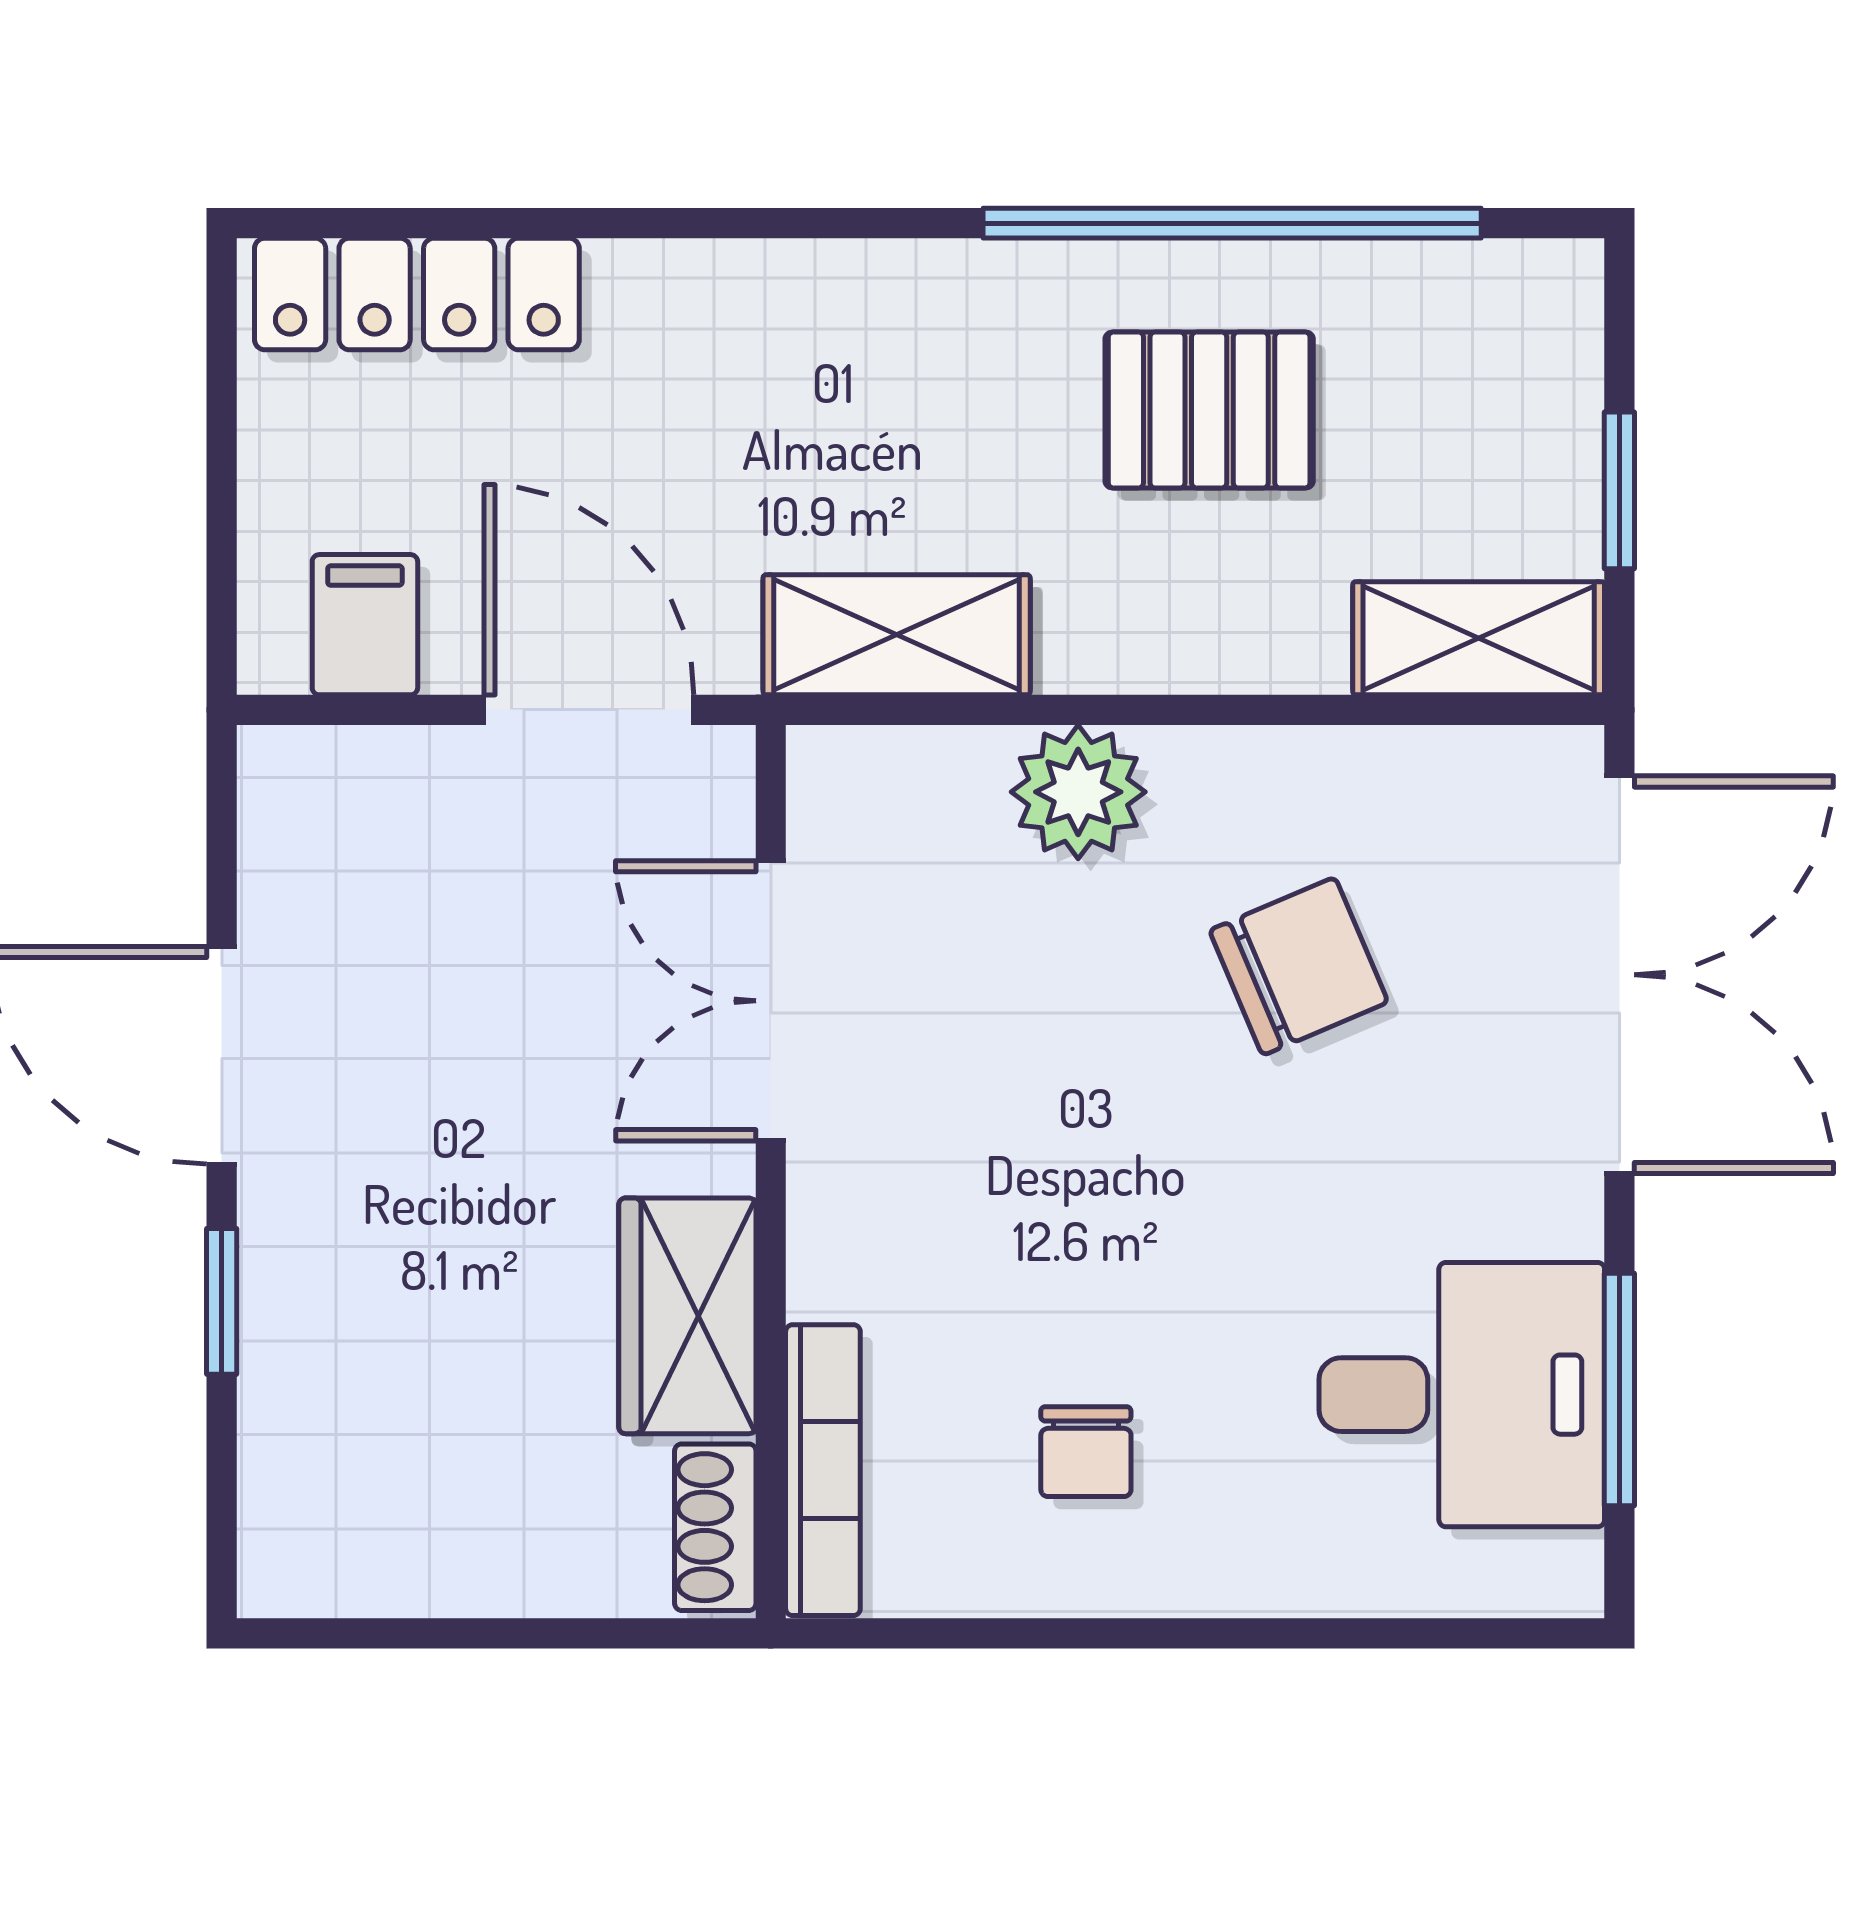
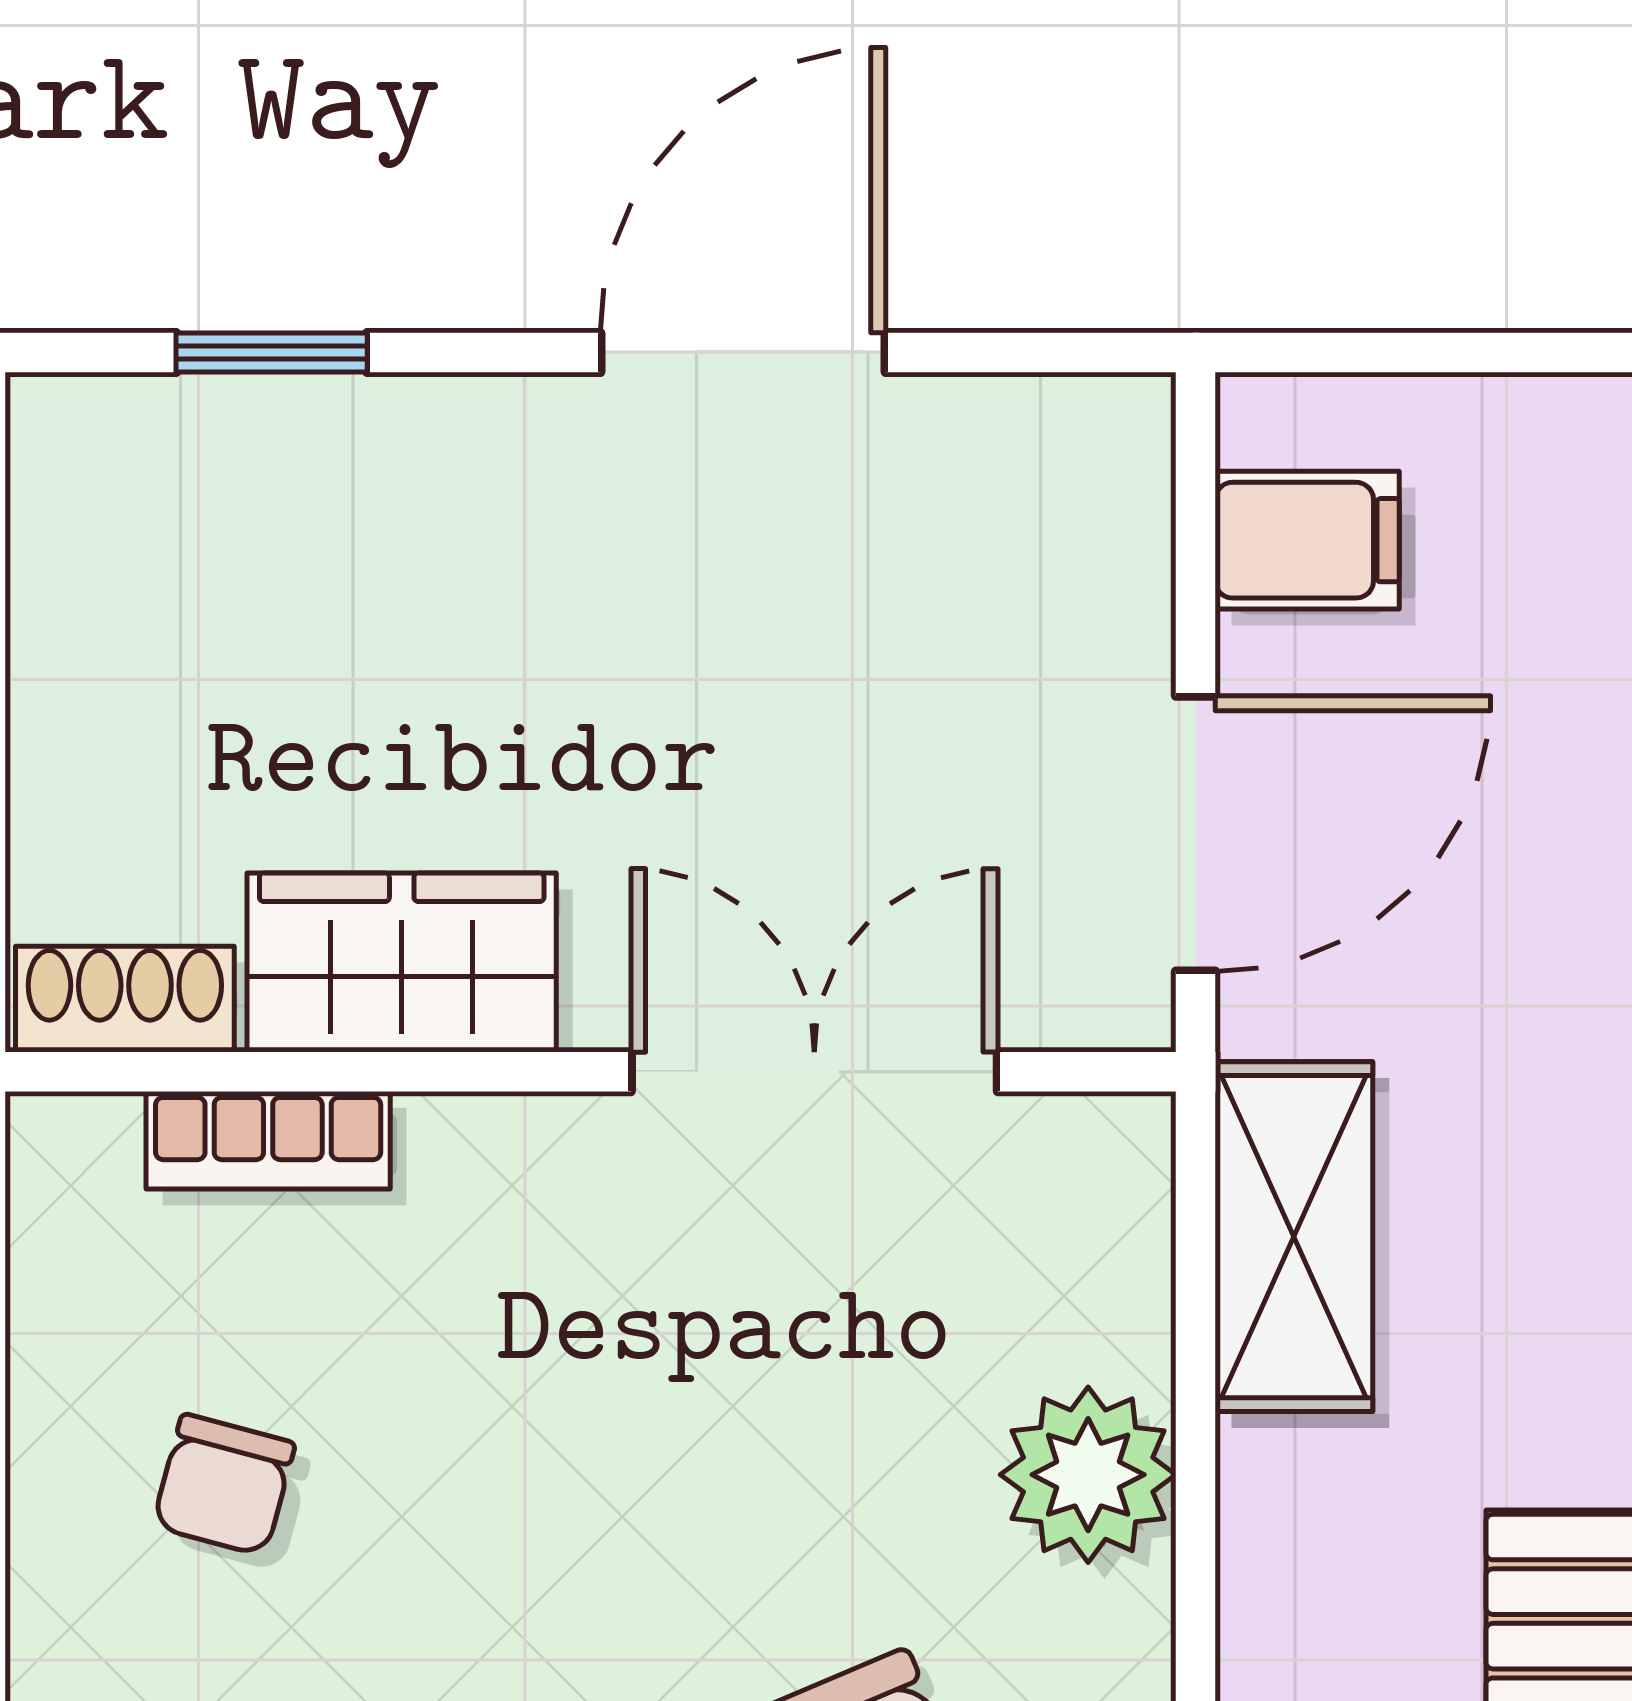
window: (222, 1301) -> (272, 352), moved
chair: (1086, 1452) -> (224, 1485), turned -75
bookcase: (823, 1470) -> (268, 1140), width x0.64

